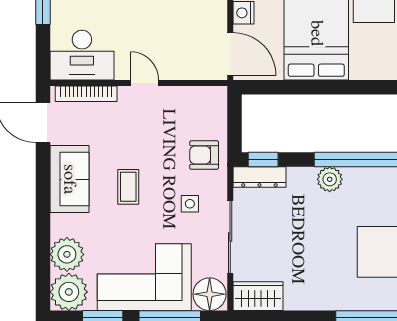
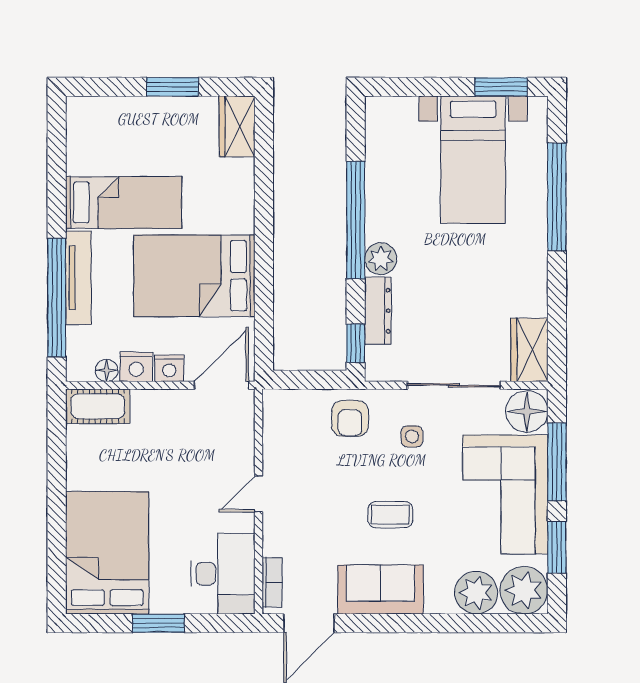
bookcase: (86, 94) -> (272, 582), width x0.64
dresser: (259, 177) -> (378, 311), moved

